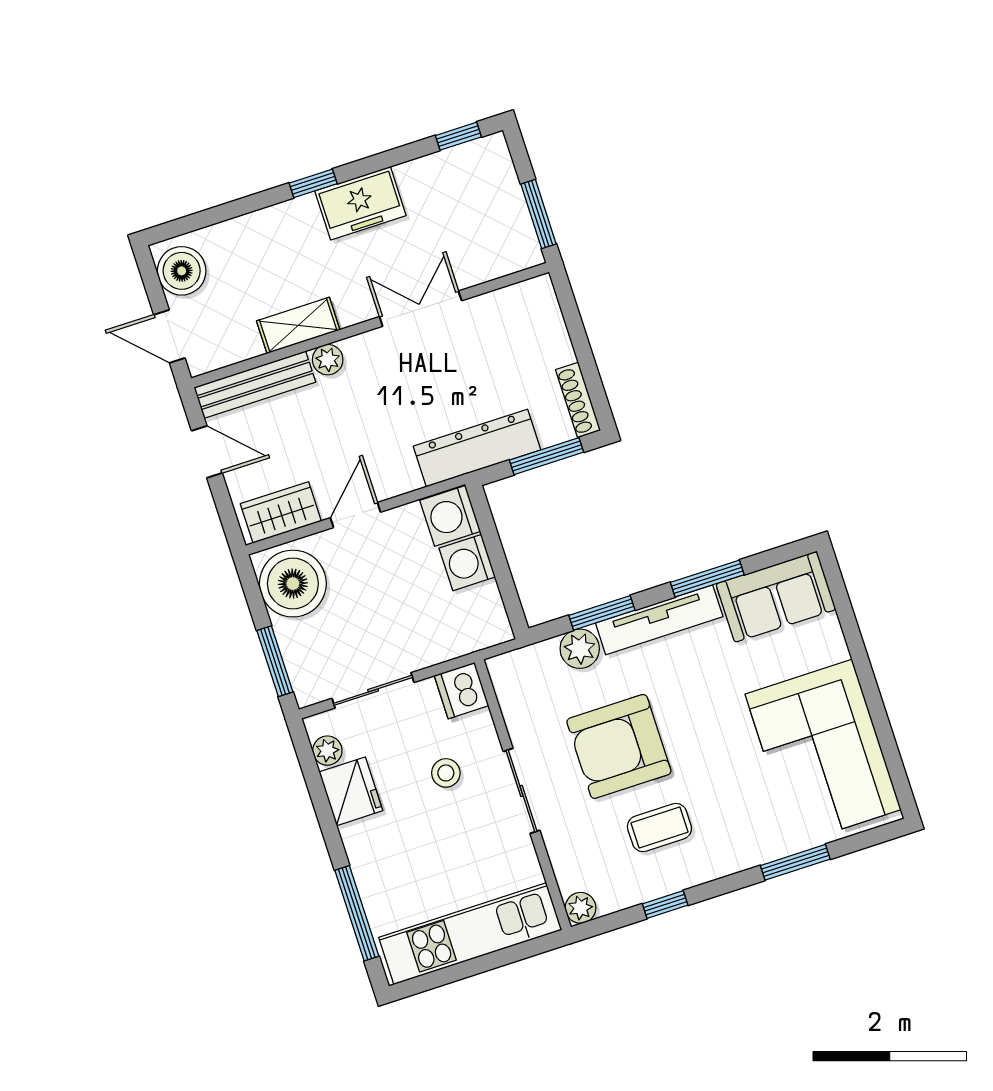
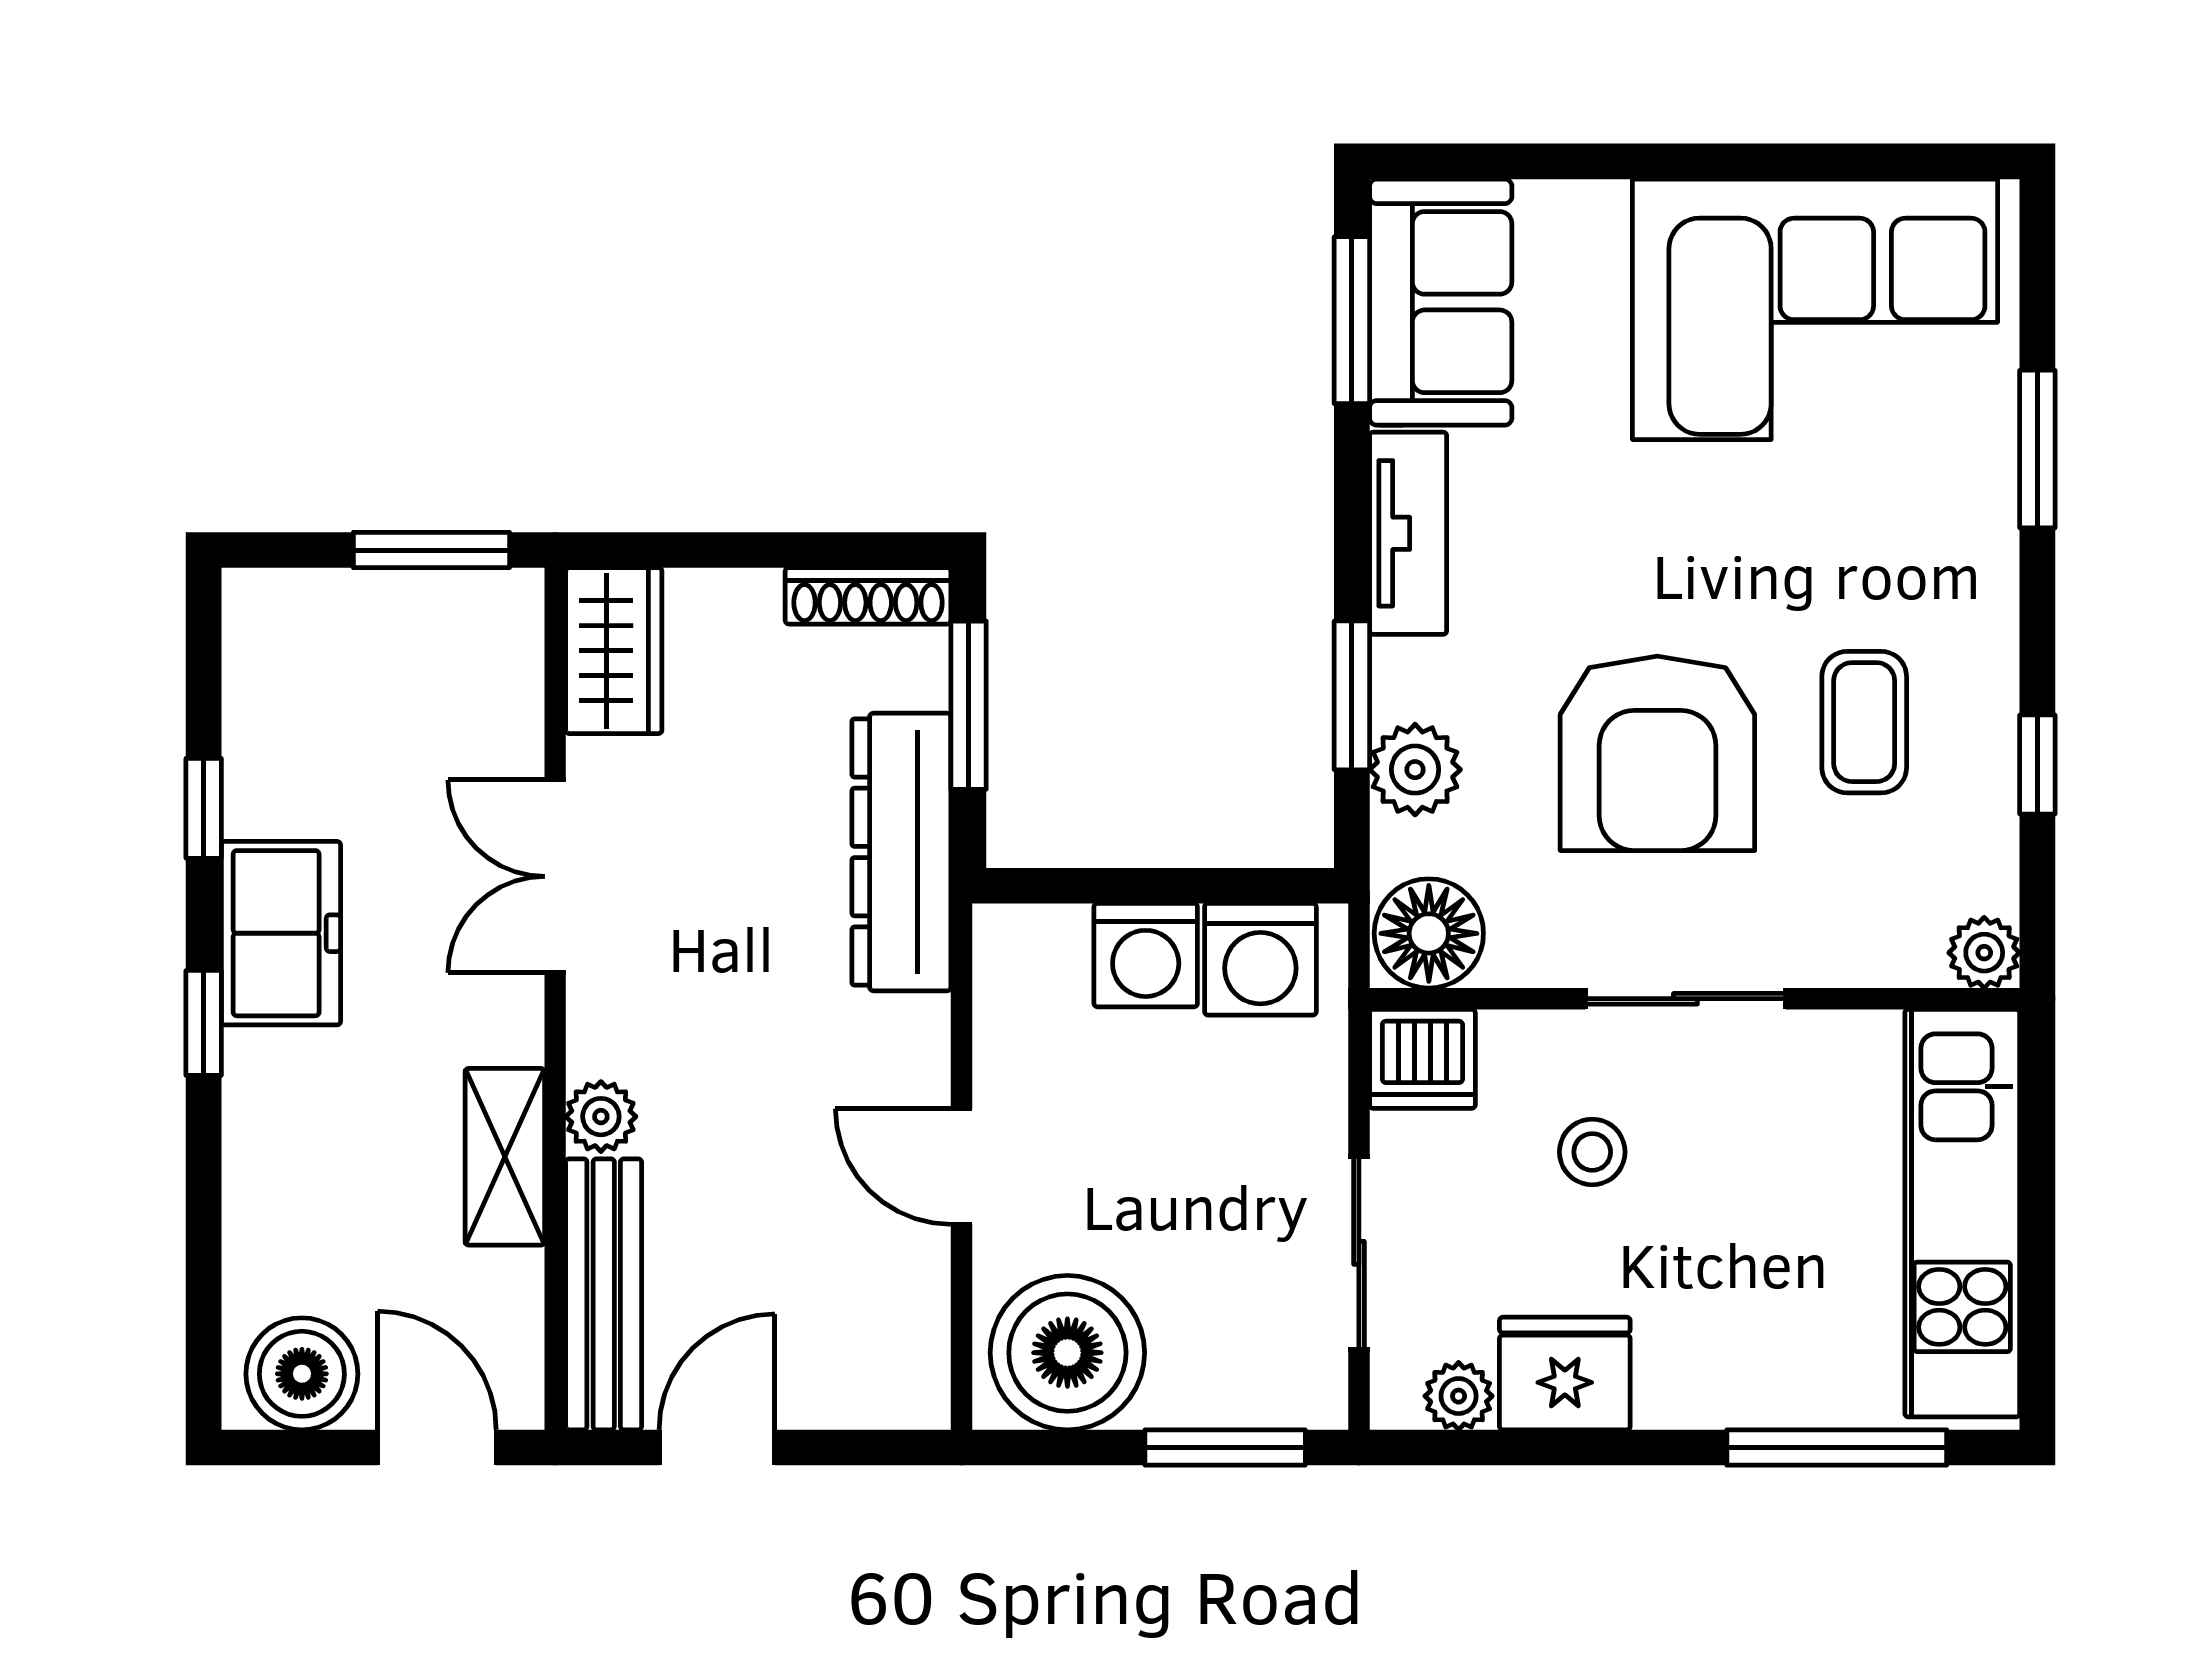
window: (458, 136) -> (204, 808), moved
door: (169, 336) -> (437, 1447), swing flipped
wardrobe: (281, 512) -> (614, 651), moved, turned 180
washing machine: (450, 516) -> (1260, 959), moved
window: (707, 579) -> (1352, 320), moved
tv unit: (659, 620) -> (1408, 533), width x0.71
floor lamp: (514, 676) -> (1429, 933), added

